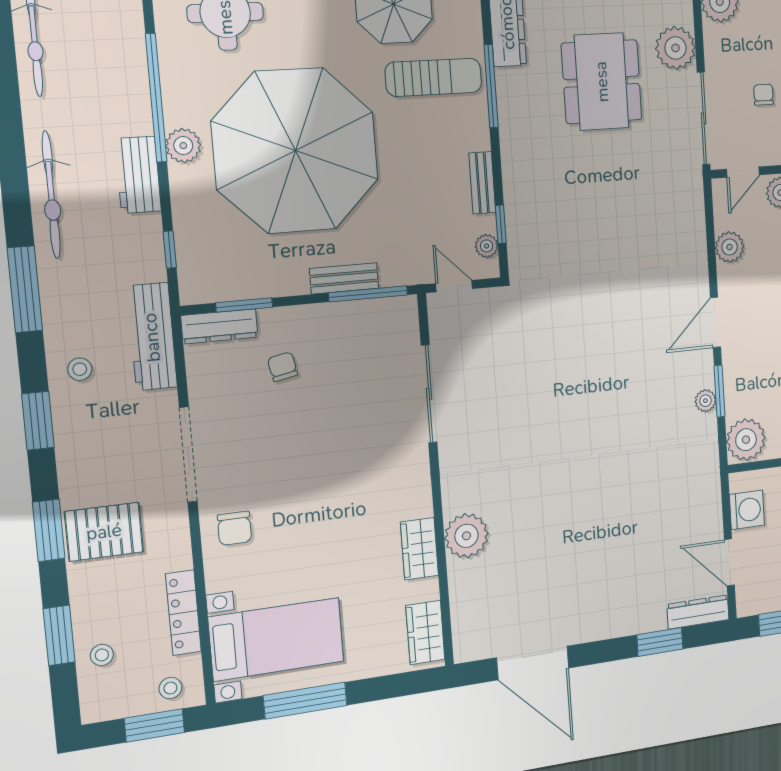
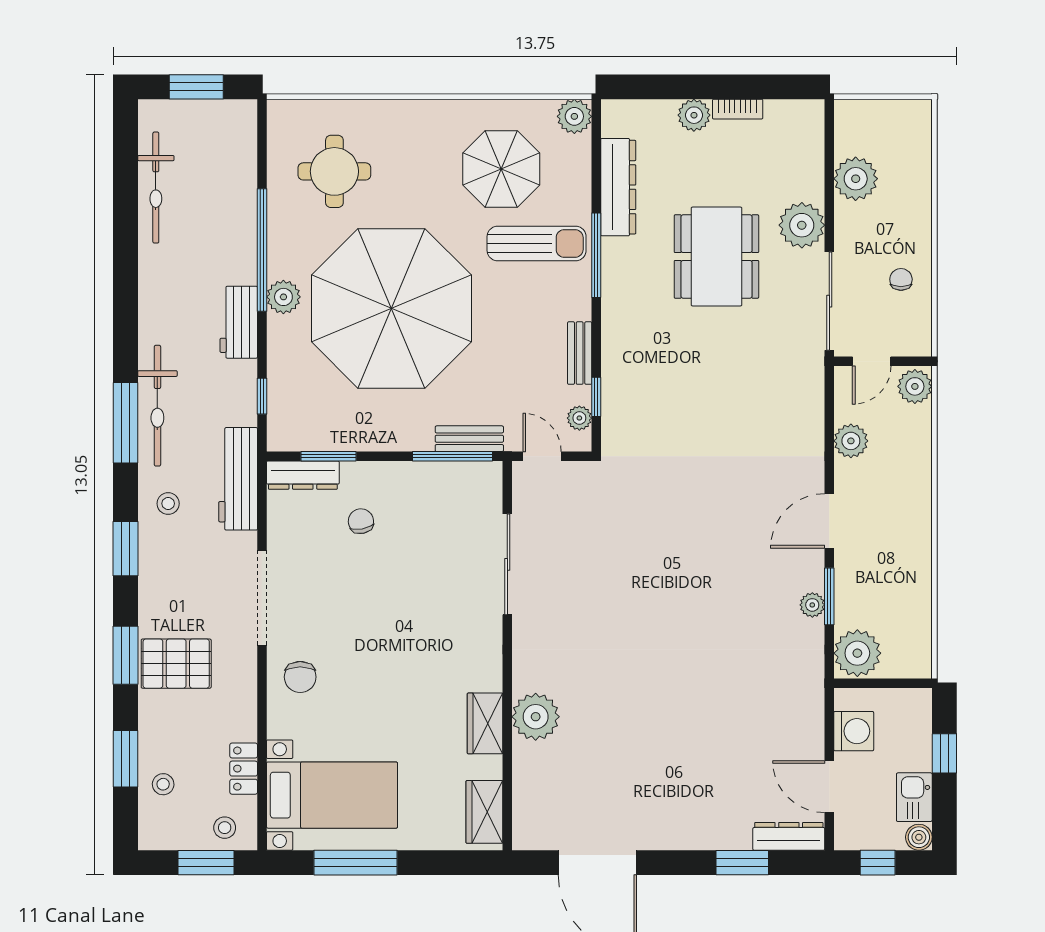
bicycle: (51, 195) -> (157, 406), moved
bench: (344, 278) -> (469, 439), moved
locker: (183, 613) -> (244, 769), width x0.66

